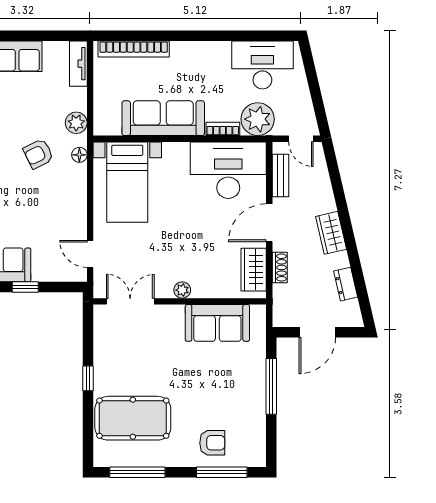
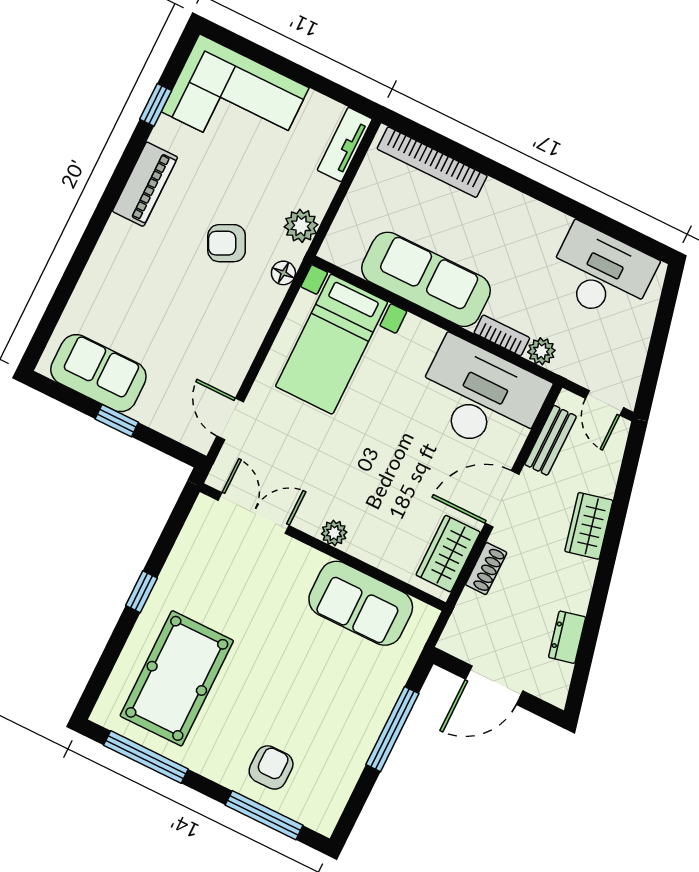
plant: (258, 119) -> (541, 351), width x0.53, depth x0.53
wardrobe: (331, 233) -> (589, 526), moved
pool table: (133, 418) -> (177, 678), turned 90
armchair: (212, 443) -> (271, 767), turned -90

